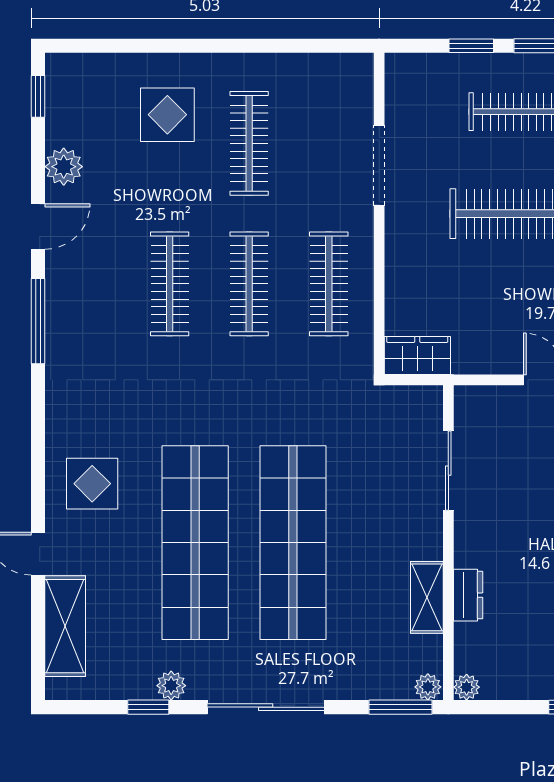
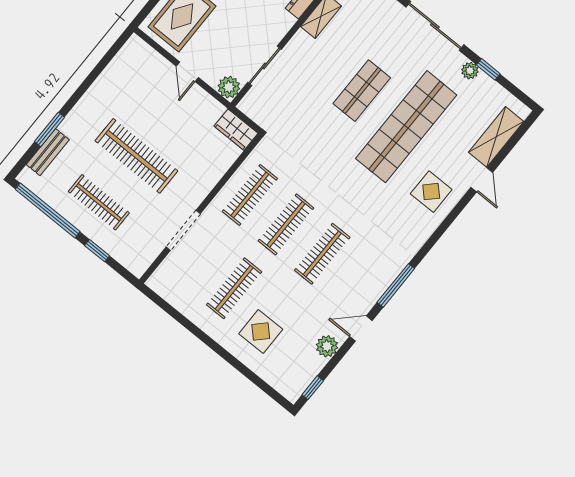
plant: (473, 404) -> (229, 87), added
shop shelf: (293, 543) -> (362, 91), width x0.50, depth x0.74

